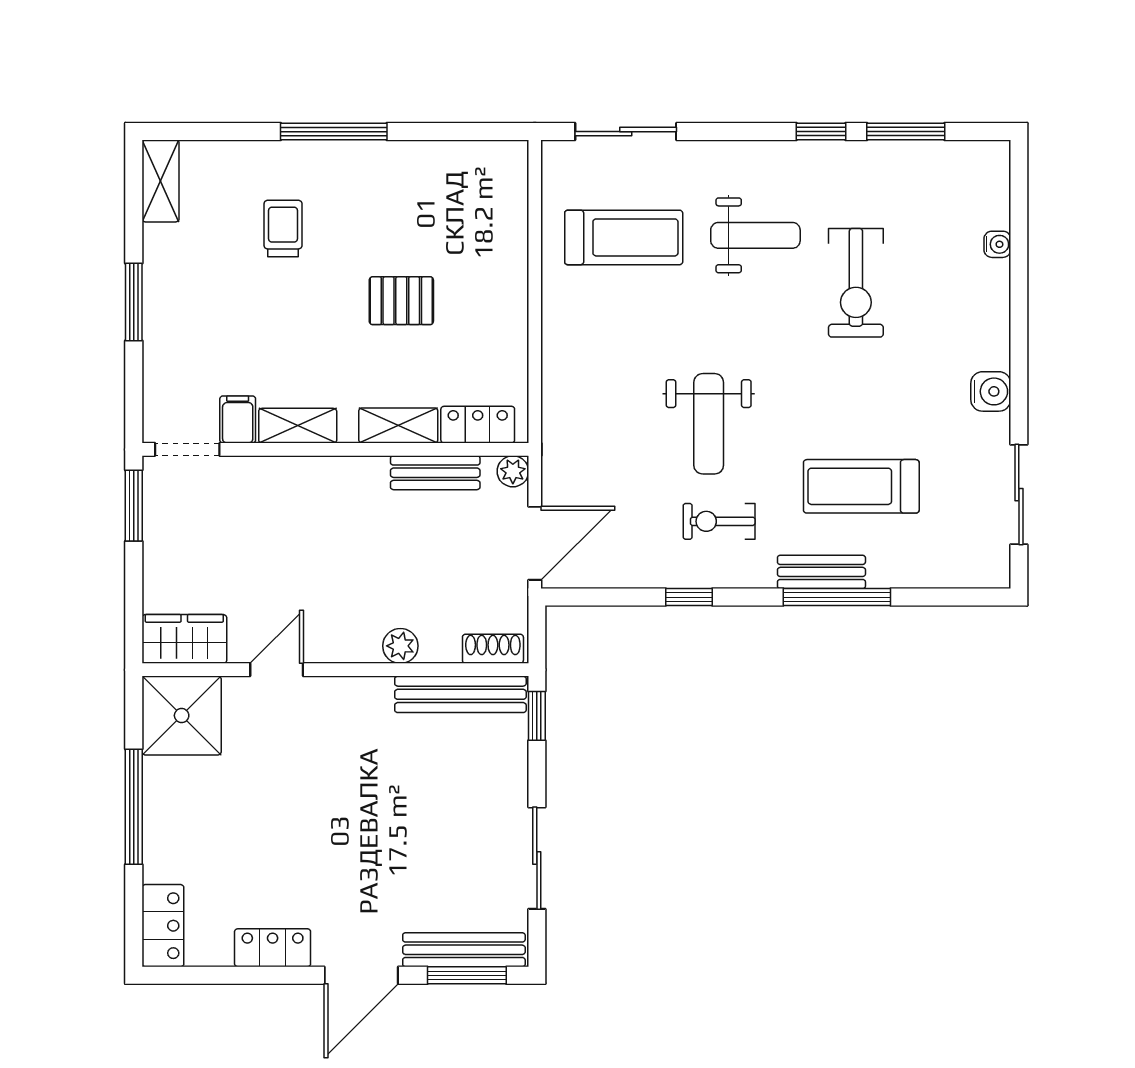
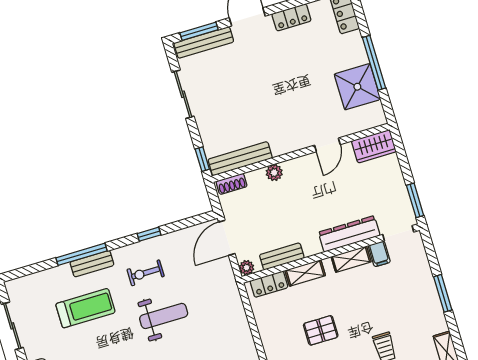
weight bench: (709, 424) -> (164, 316), turned 90
dresser: (286, 478) -> (349, 234), added
exercise bike: (719, 521) -> (146, 273), turned 180
shower: (182, 716) -> (357, 87), moved

